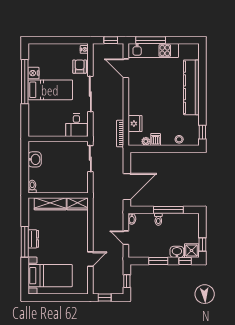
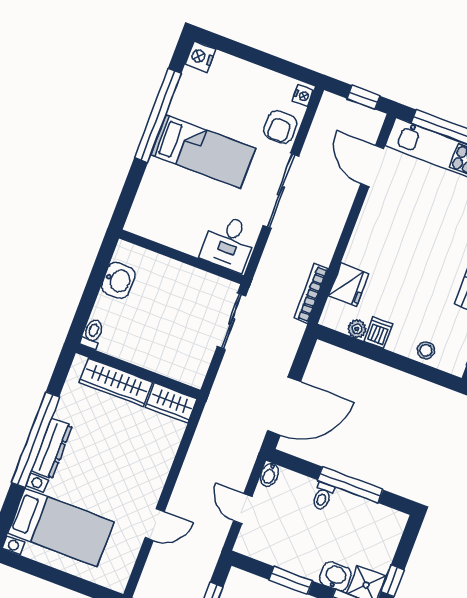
armchair: (80, 67) -> (280, 127), turned 180
nightstand: (34, 73) -> (200, 57), moved
dresser: (33, 239) -> (52, 448), width x1.44
window: (25, 242) -> (35, 440), width x1.46

